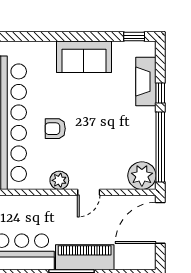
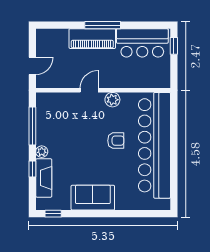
window: (160, 147) -> (32, 126), width x0.68
plant: (142, 176) -> (42, 152), moved, width x0.53, depth x0.53
door: (160, 223) -> (32, 66), width x0.53

